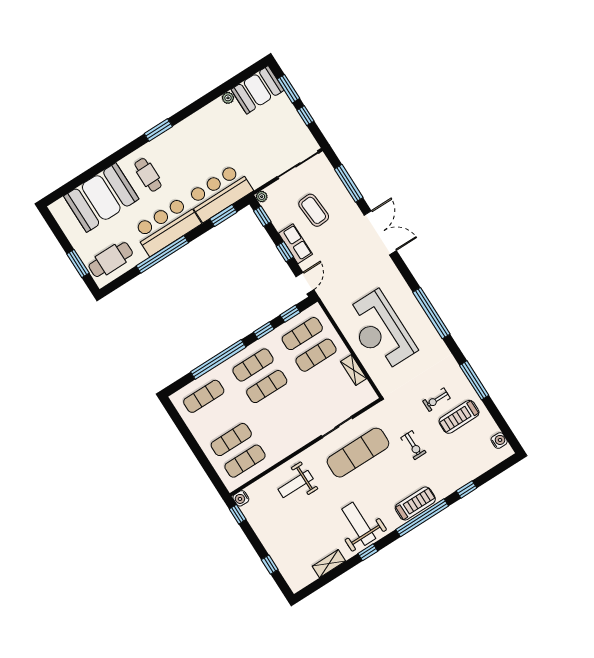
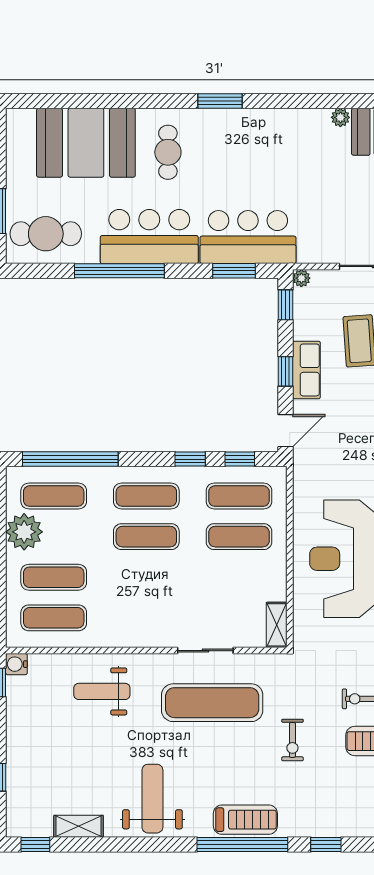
window: (218, 359) -> (70, 459), moved
shelving: (354, 370) -> (277, 625), moved
plant: (200, 425) -> (24, 532), added
window: (368, 552) -> (35, 844), moved

